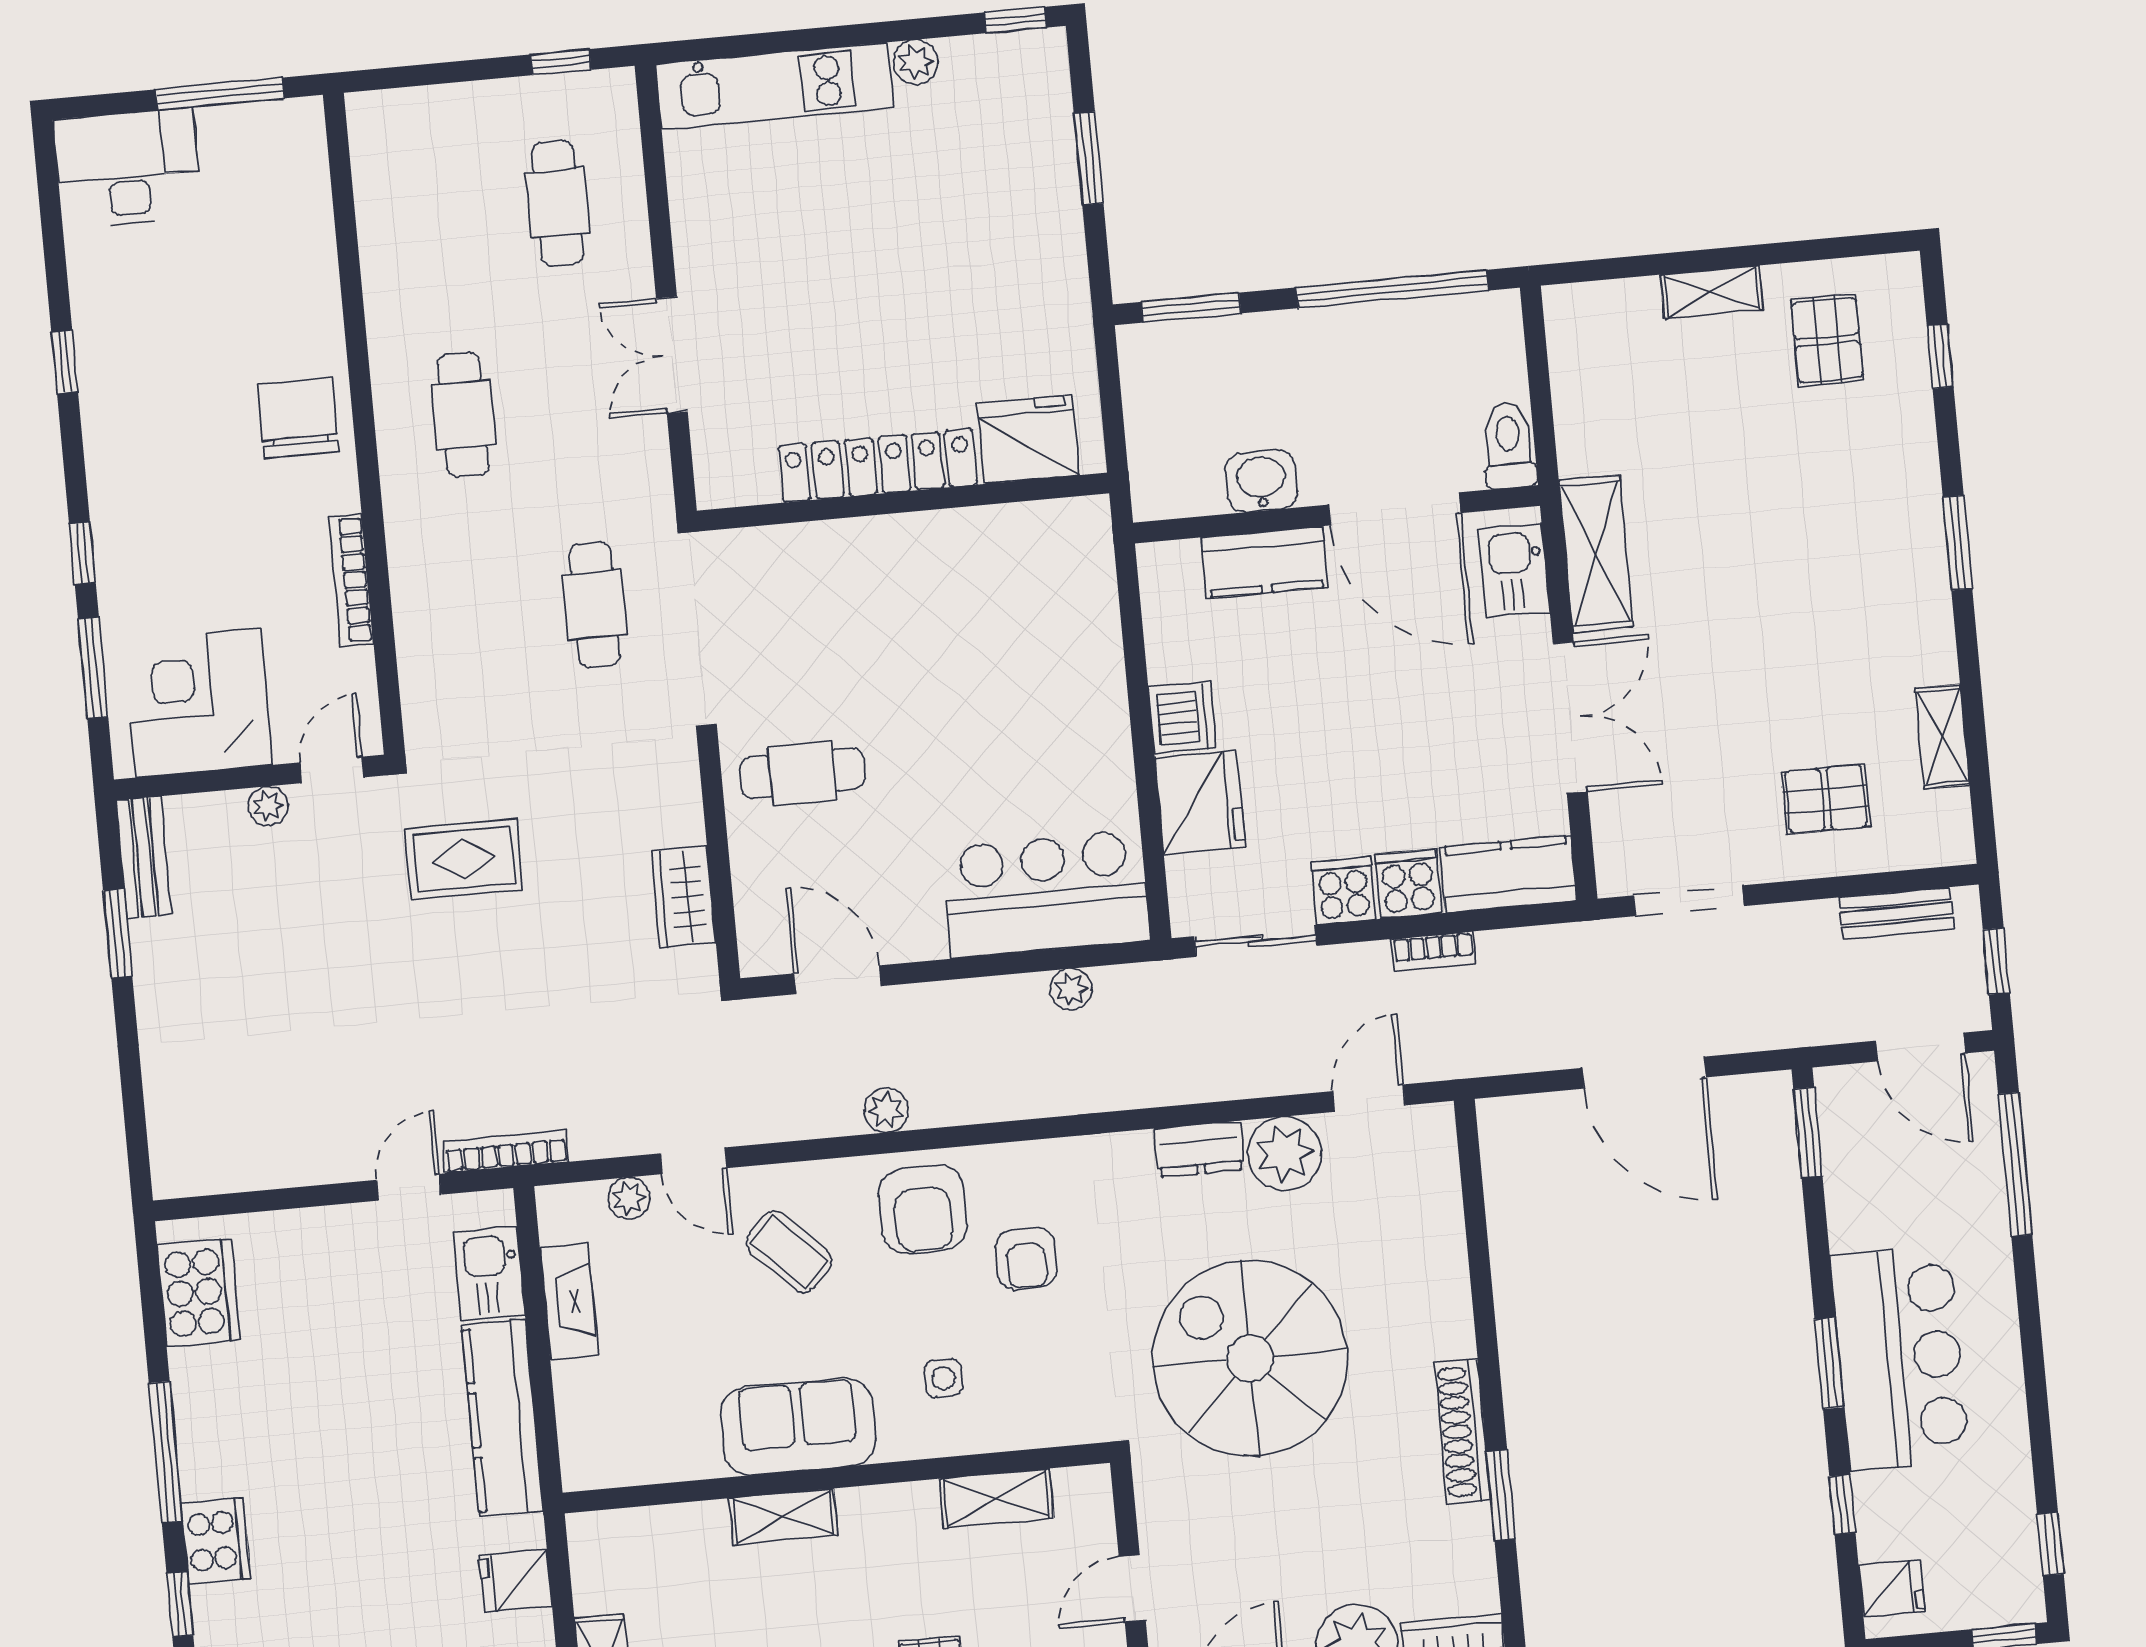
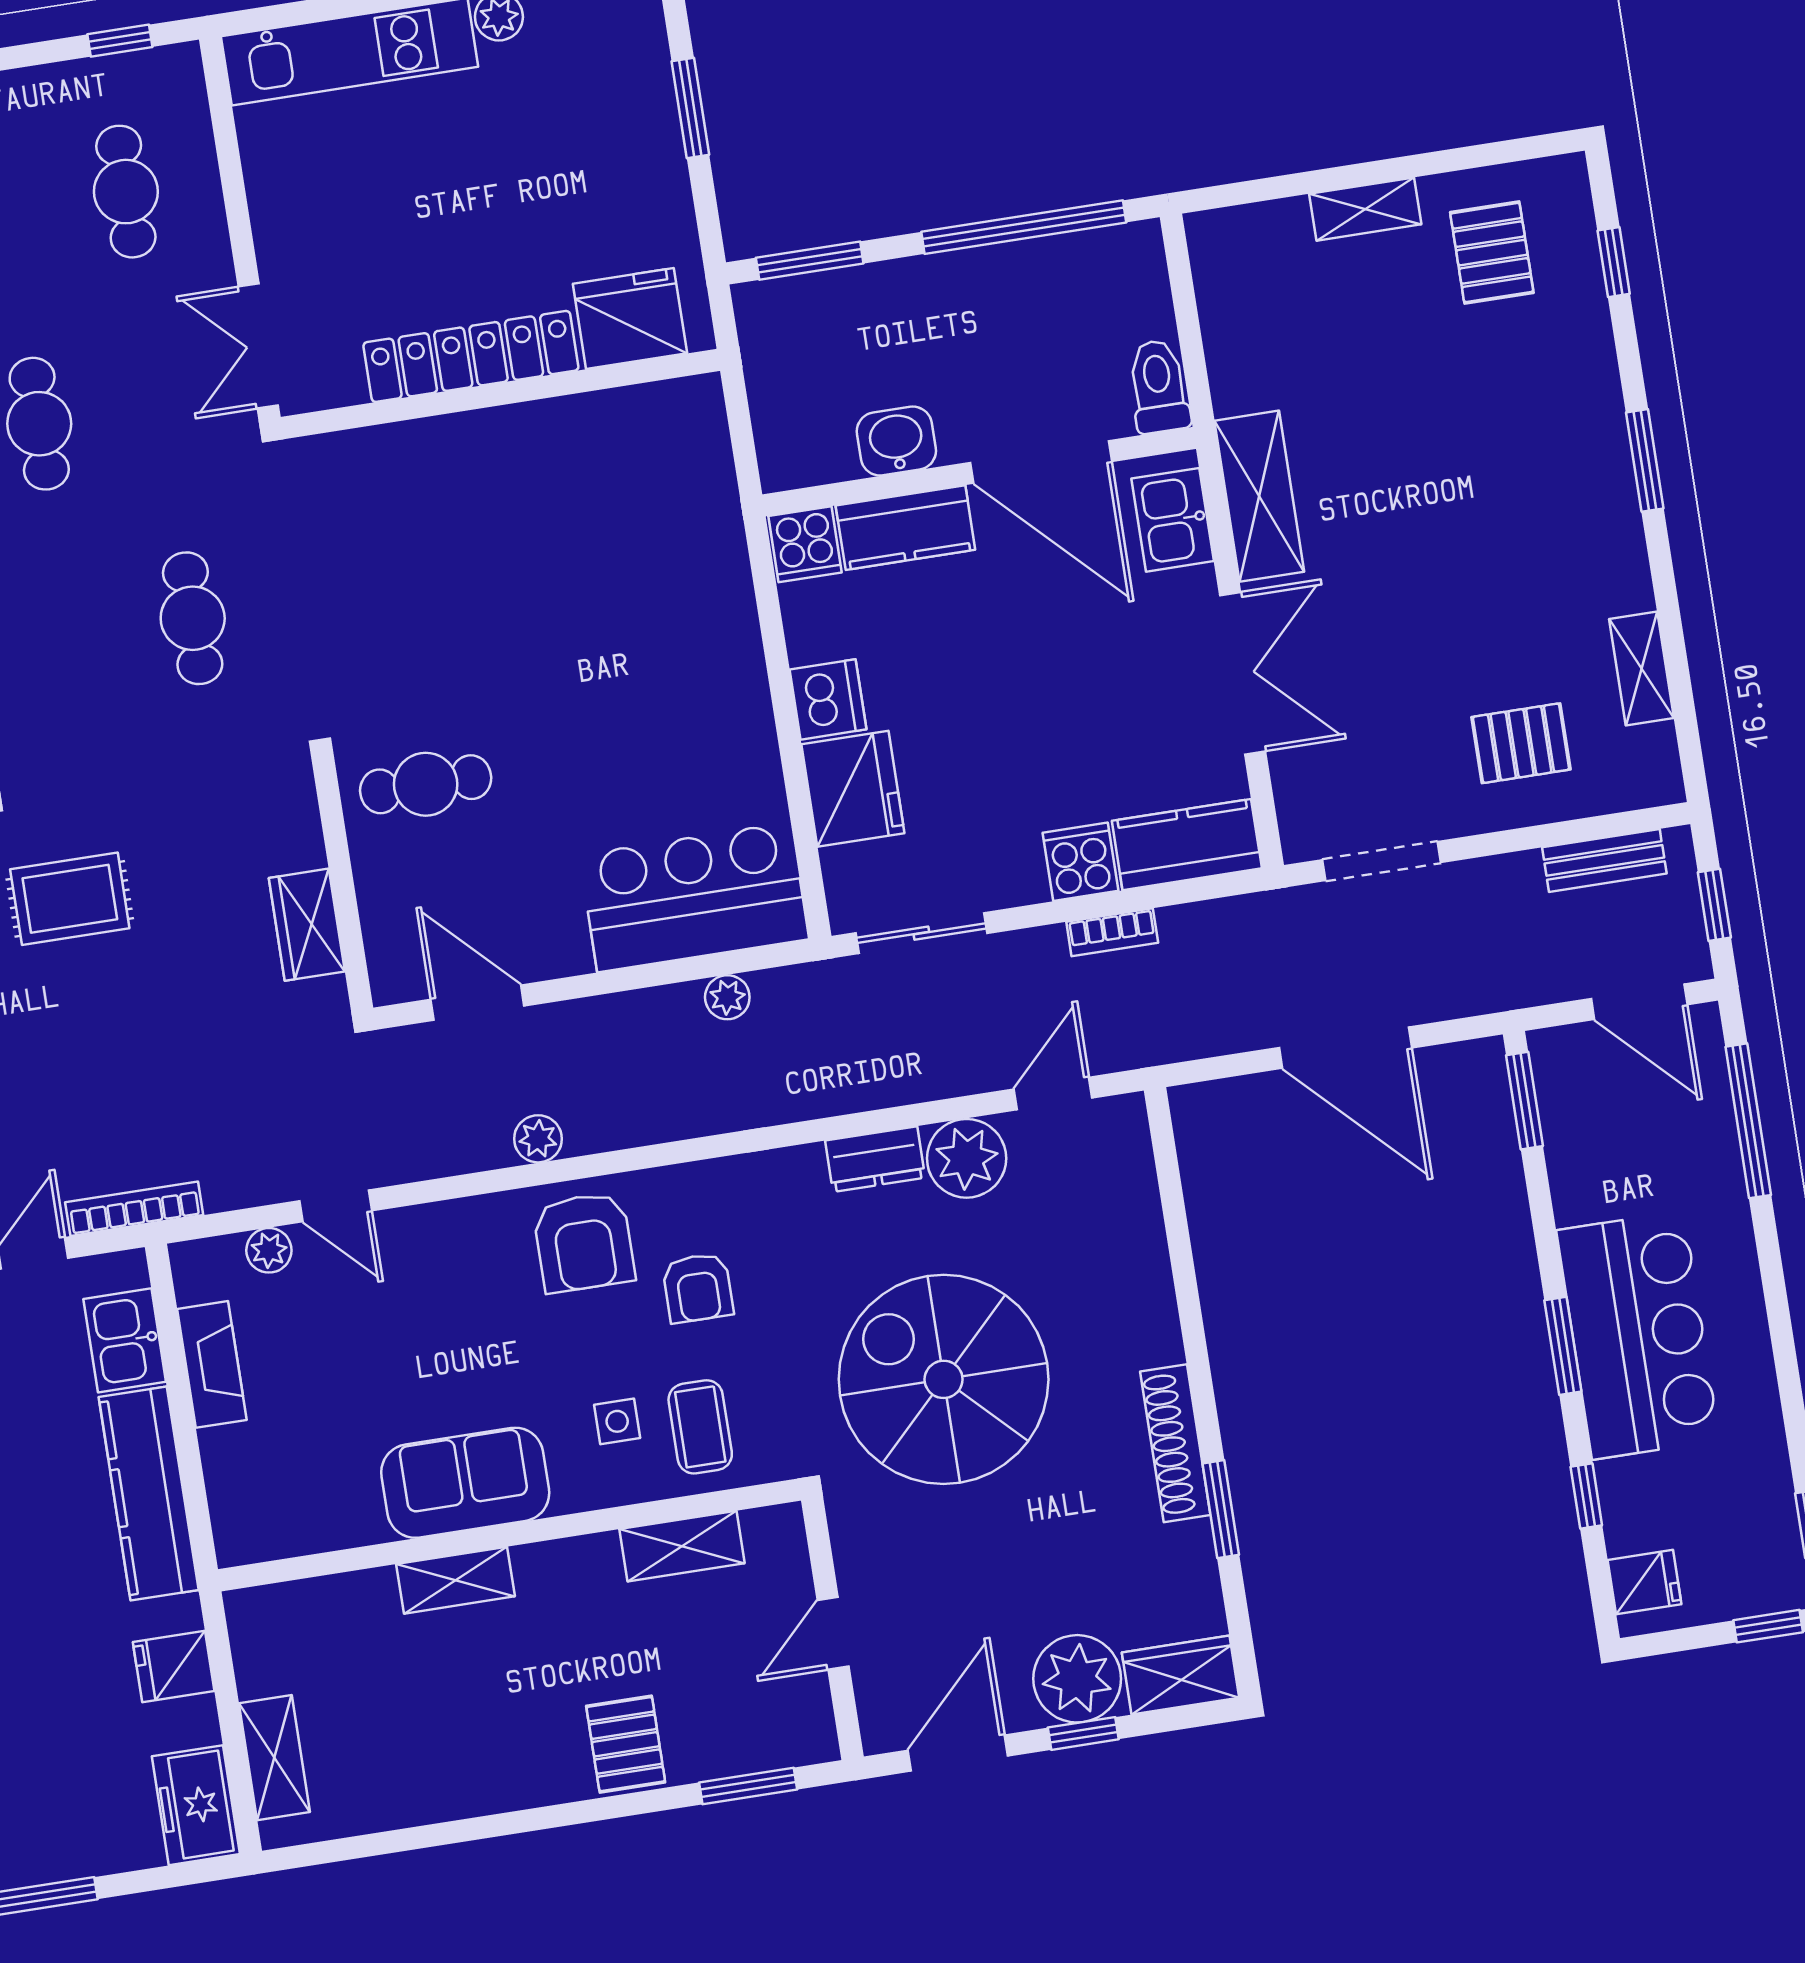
fridge: (1028, 439) -> (630, 319), moved
locker: (878, 465) -> (471, 356), moved
wall: (903, 502) -> (500, 394), moved
cooker: (1344, 891) -> (805, 544), moved, turned 180
coffee table: (789, 1252) -> (700, 1427), moved, turned 45

